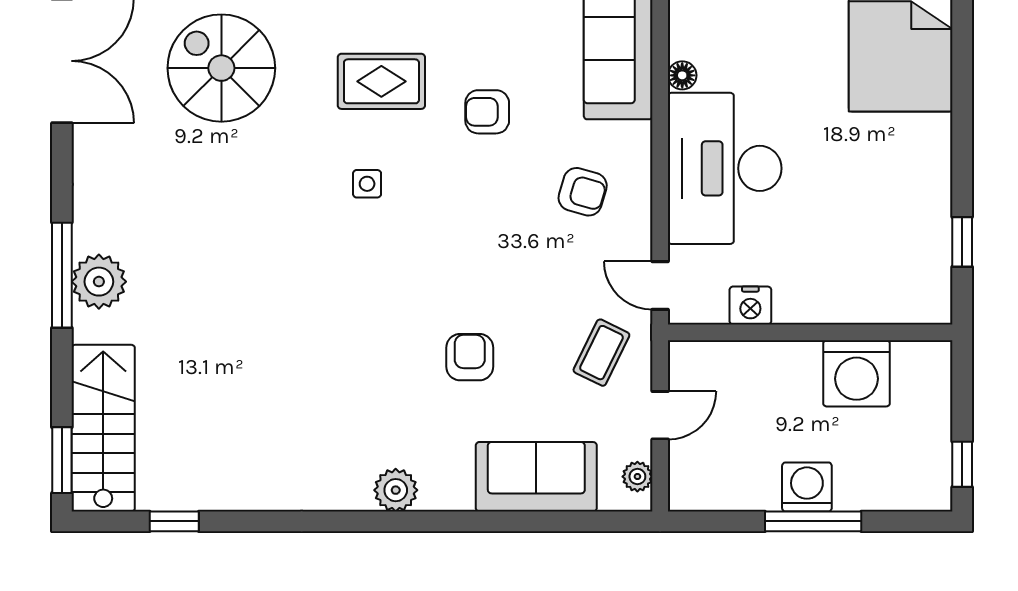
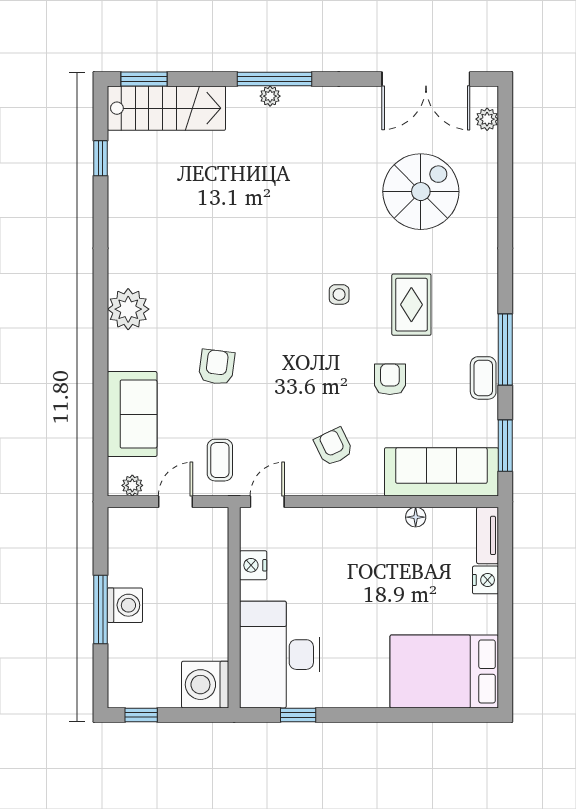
desk: (725, 168) -> (280, 655), moved, turned -90
armchair: (583, 192) -> (333, 447), turned 138
plant: (99, 282) -> (270, 96), width x0.53, depth x0.53
coffee table: (601, 353) -> (220, 460), turned 64
armchair: (470, 357) -> (217, 367), turned -83
washing machine: (856, 373) -> (205, 685), moved
door: (660, 415) -> (176, 502), swing flipped
plant: (396, 490) -> (128, 309), width x1.36, depth x1.36

